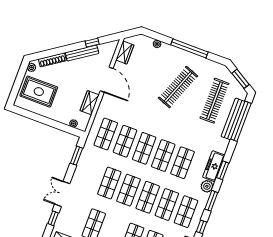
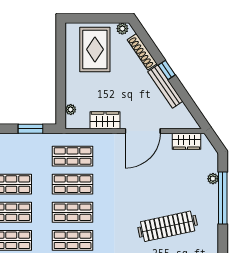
window: (92, 43) -> (167, 70), moved
window: (189, 48) -> (223, 198), moved
clothes rail: (178, 87) -> (168, 226), turned -33

